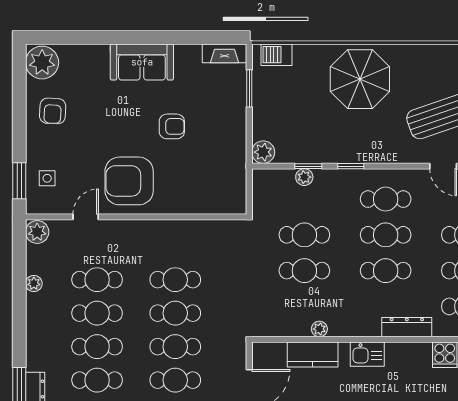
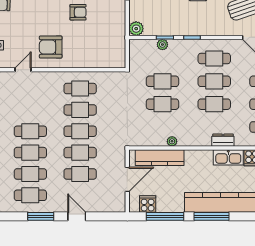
armchair: (129, 181) -> (51, 47), width x0.73, depth x0.73
cafe table: (97, 280) -> (80, 89), moved
dresser: (407, 327) -> (223, 140), width x0.70
kitchen sink: (367, 354) -> (228, 157), moved, width x1.38
kitchen counter: (313, 355) -> (160, 158), width x1.50

